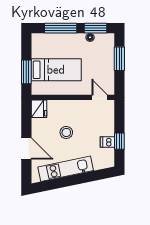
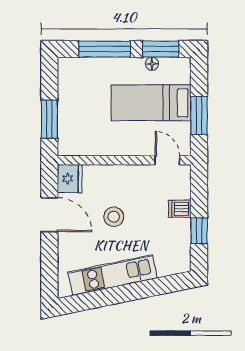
window: (119, 59) -> (199, 115), moved
bed: (56, 70) -> (151, 103), moved, turned 180
dishwasher: (107, 142) -> (180, 209), moved
door: (26, 149) -> (49, 215), moved

